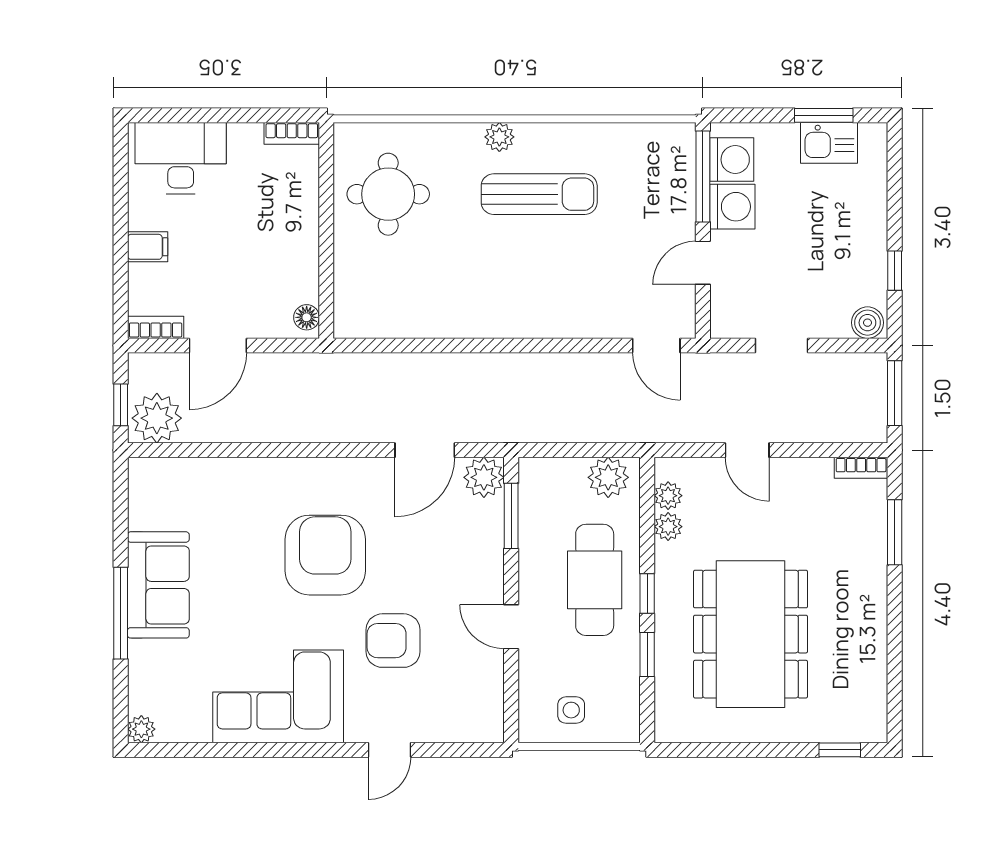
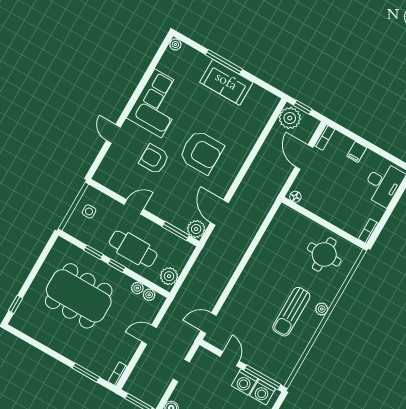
armchair: (393, 641) -> (154, 159), turned -90

